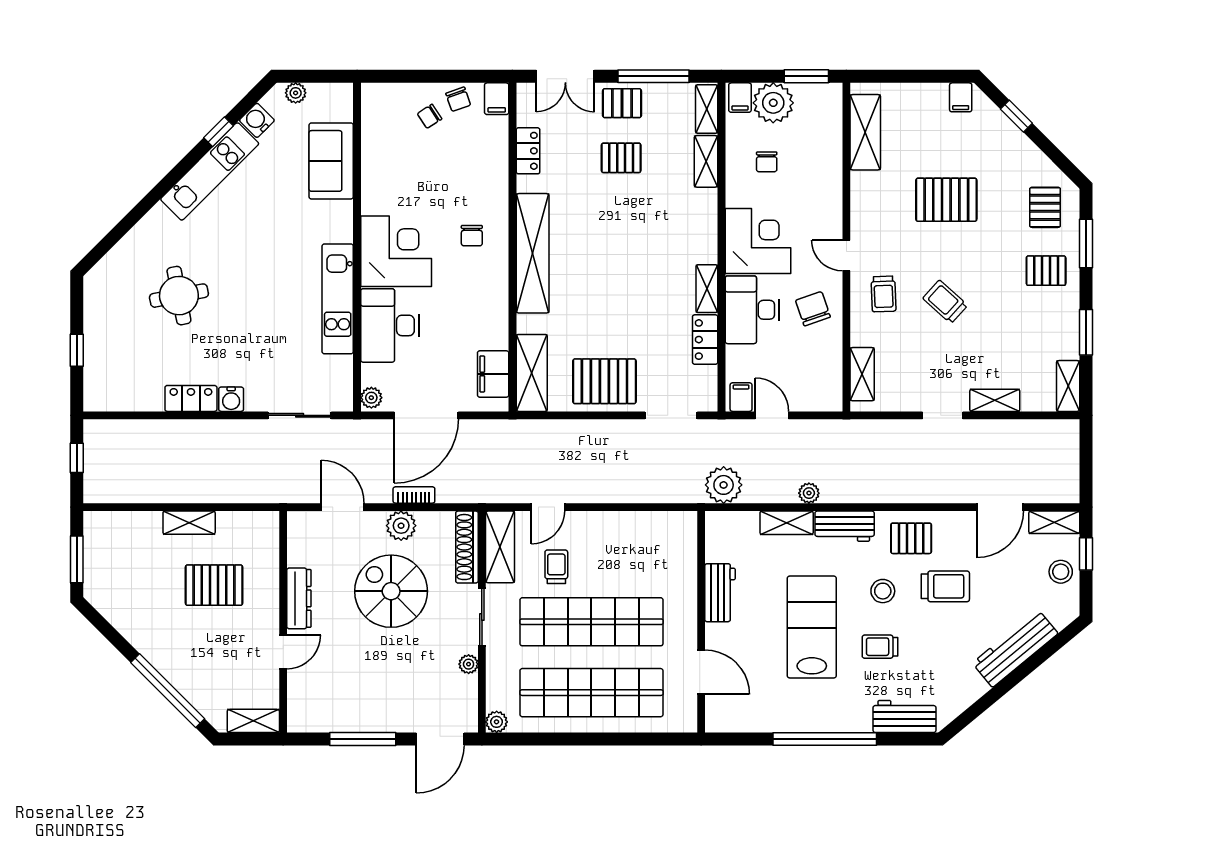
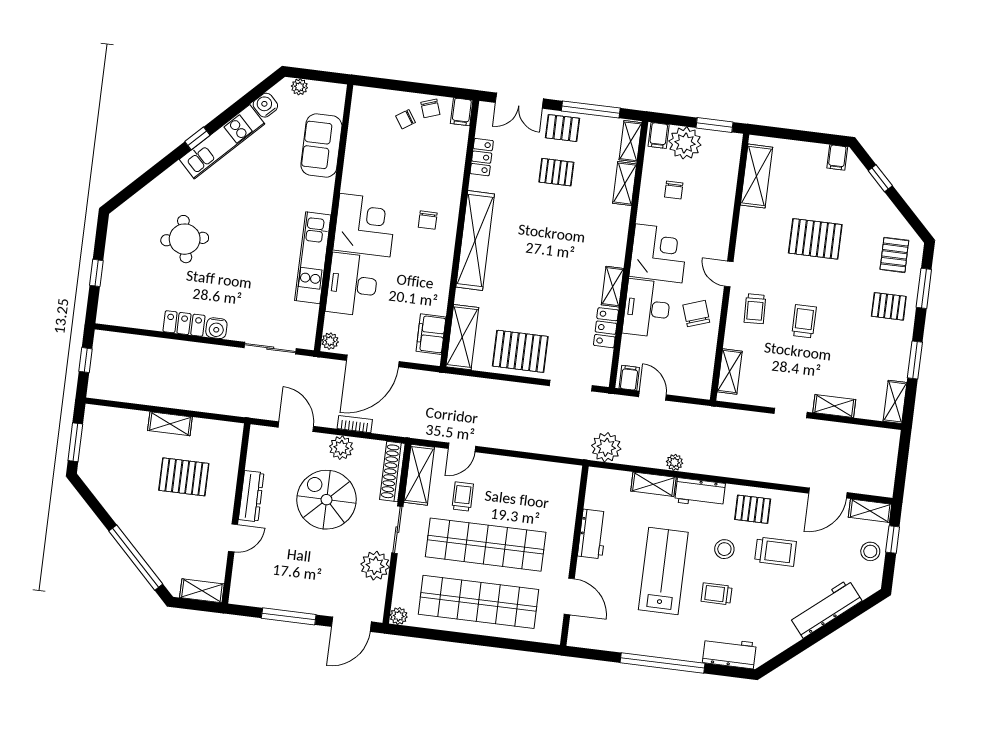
window: (218, 132) -> (197, 138), moved
trolley: (945, 302) -> (804, 321), turned 48
plant: (469, 664) -> (375, 566), width x1.88, depth x1.88

